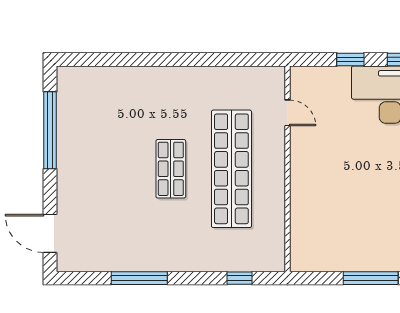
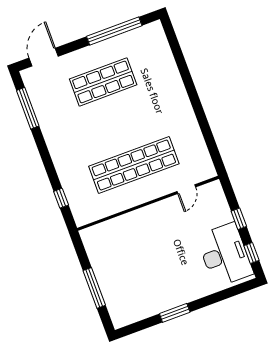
shop shelf: (171, 169) -> (103, 82), moved, width x1.43, depth x1.36
window: (139, 278) -> (28, 108), moved

